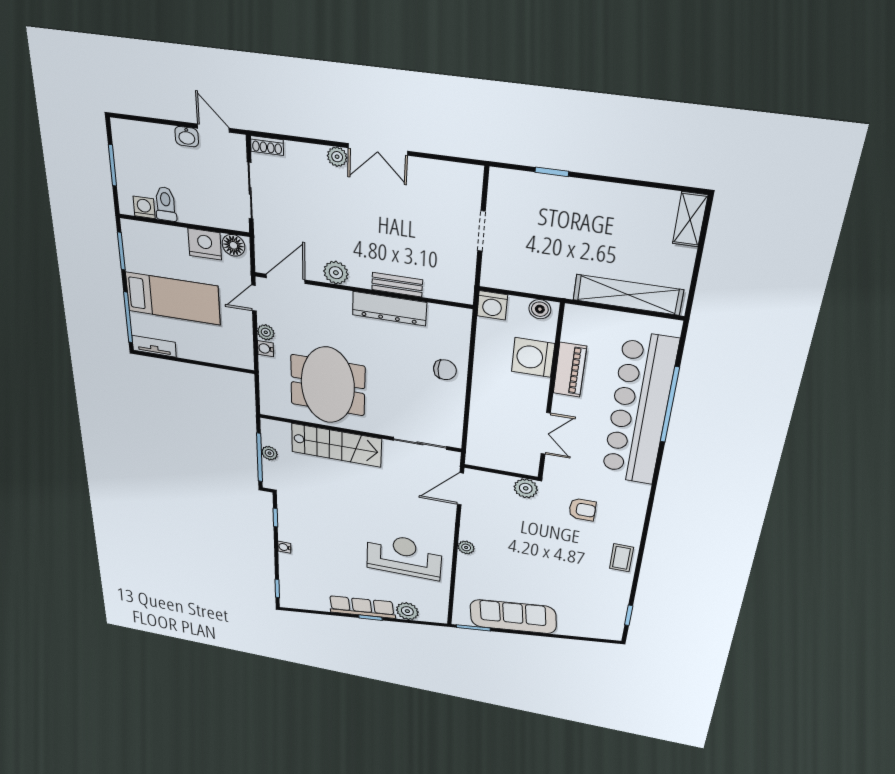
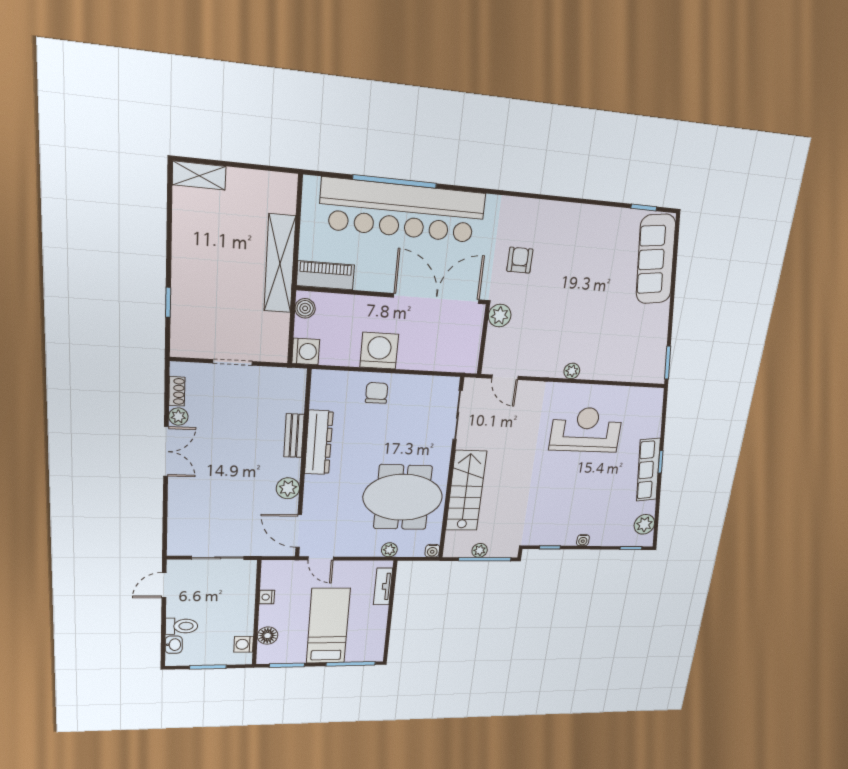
washbasin: (187, 137) -> (174, 645), moved
shoe rack: (267, 146) -> (177, 391), moved
plant: (337, 157) -> (178, 417), moved
toilet: (166, 204) -> (182, 626), moved, turned 180
nightstand: (205, 244) -> (267, 597), width x0.53, depth x0.56
floor lamp: (233, 245) -> (268, 636), moved
shelving: (628, 295) -> (280, 264), moved
plant: (266, 332) -> (389, 550), moved
tv unit: (154, 346) -> (383, 586), moved
water cooler: (266, 349) -> (432, 551), moved
washing machine: (533, 357) -> (379, 351), moved, turned 180
piano: (570, 370) -> (325, 275), moved
double door: (546, 433) -> (437, 299), width x1.87
door: (460, 489) -> (505, 377), width x0.73
reception desk: (404, 556) -> (586, 430), turned 90
coffee table: (621, 558) -> (574, 219), removed
plant: (407, 611) -> (644, 524), moved
sofa: (513, 617) -> (656, 259), moved

